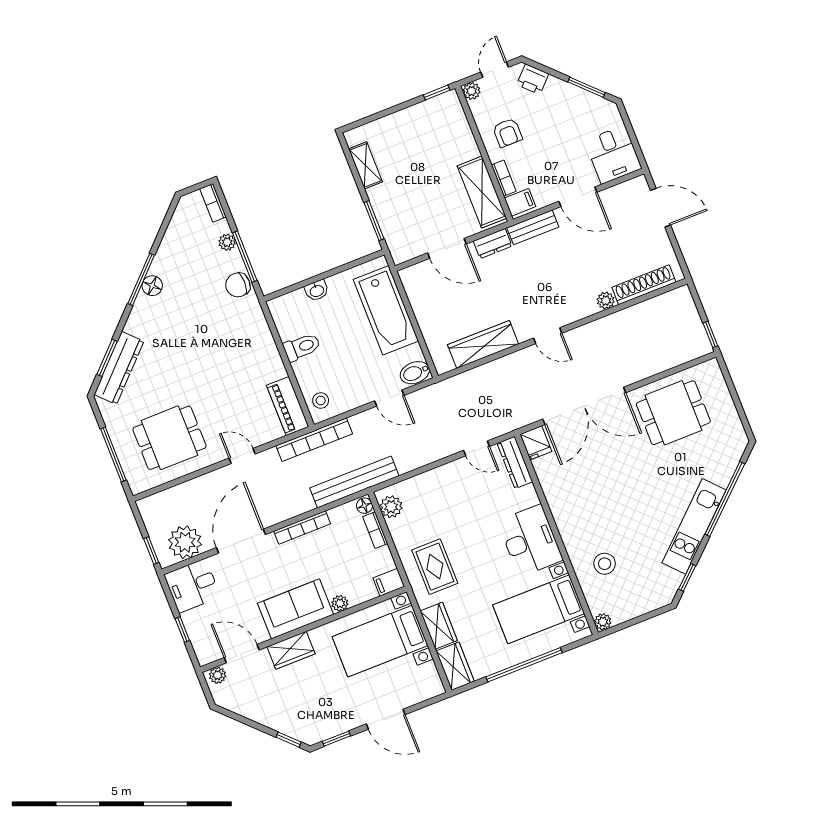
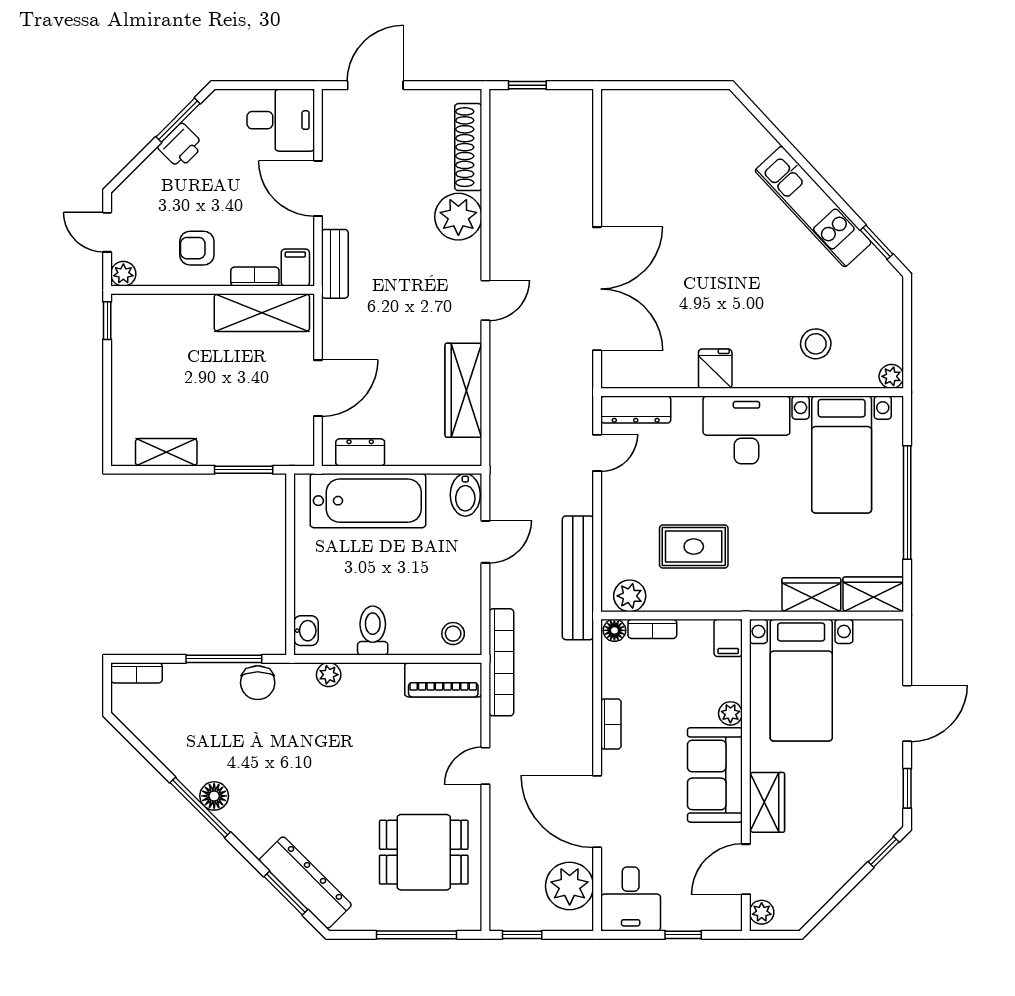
printer: (533, 79) -> (181, 146), moved
armchair: (507, 133) -> (197, 248), turned 180
door: (578, 197) -> (318, 188), swing flipped
plant: (227, 242) -> (329, 675), moved
dresser: (493, 244) -> (360, 452), moved, turned -90
washbasin: (317, 291) -> (306, 631), moved
plant: (606, 301) -> (458, 217), width x1.88, depth x1.88
window: (710, 334) -> (527, 85), moved
dining table: (673, 413) -> (652, 175), removed
dining table: (169, 438) -> (424, 852), turned 90
fridge: (536, 443) -> (715, 369), moved, turned -90
bench: (354, 482) -> (578, 578), moved
window: (725, 499) -> (793, 152), removed
bookcase: (302, 528) -> (611, 724), width x0.64
window: (151, 551) -> (522, 935), moved
rug: (435, 567) -> (694, 547), moved

